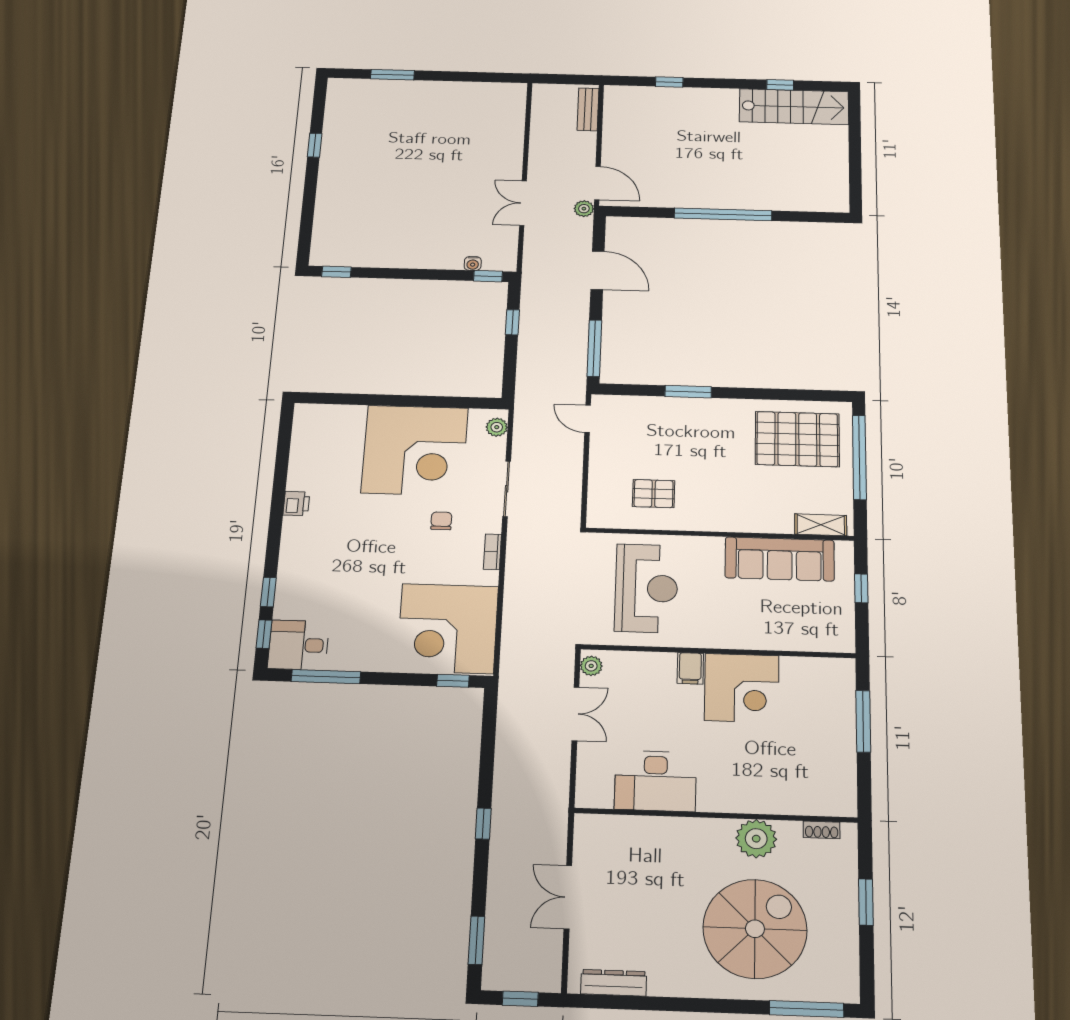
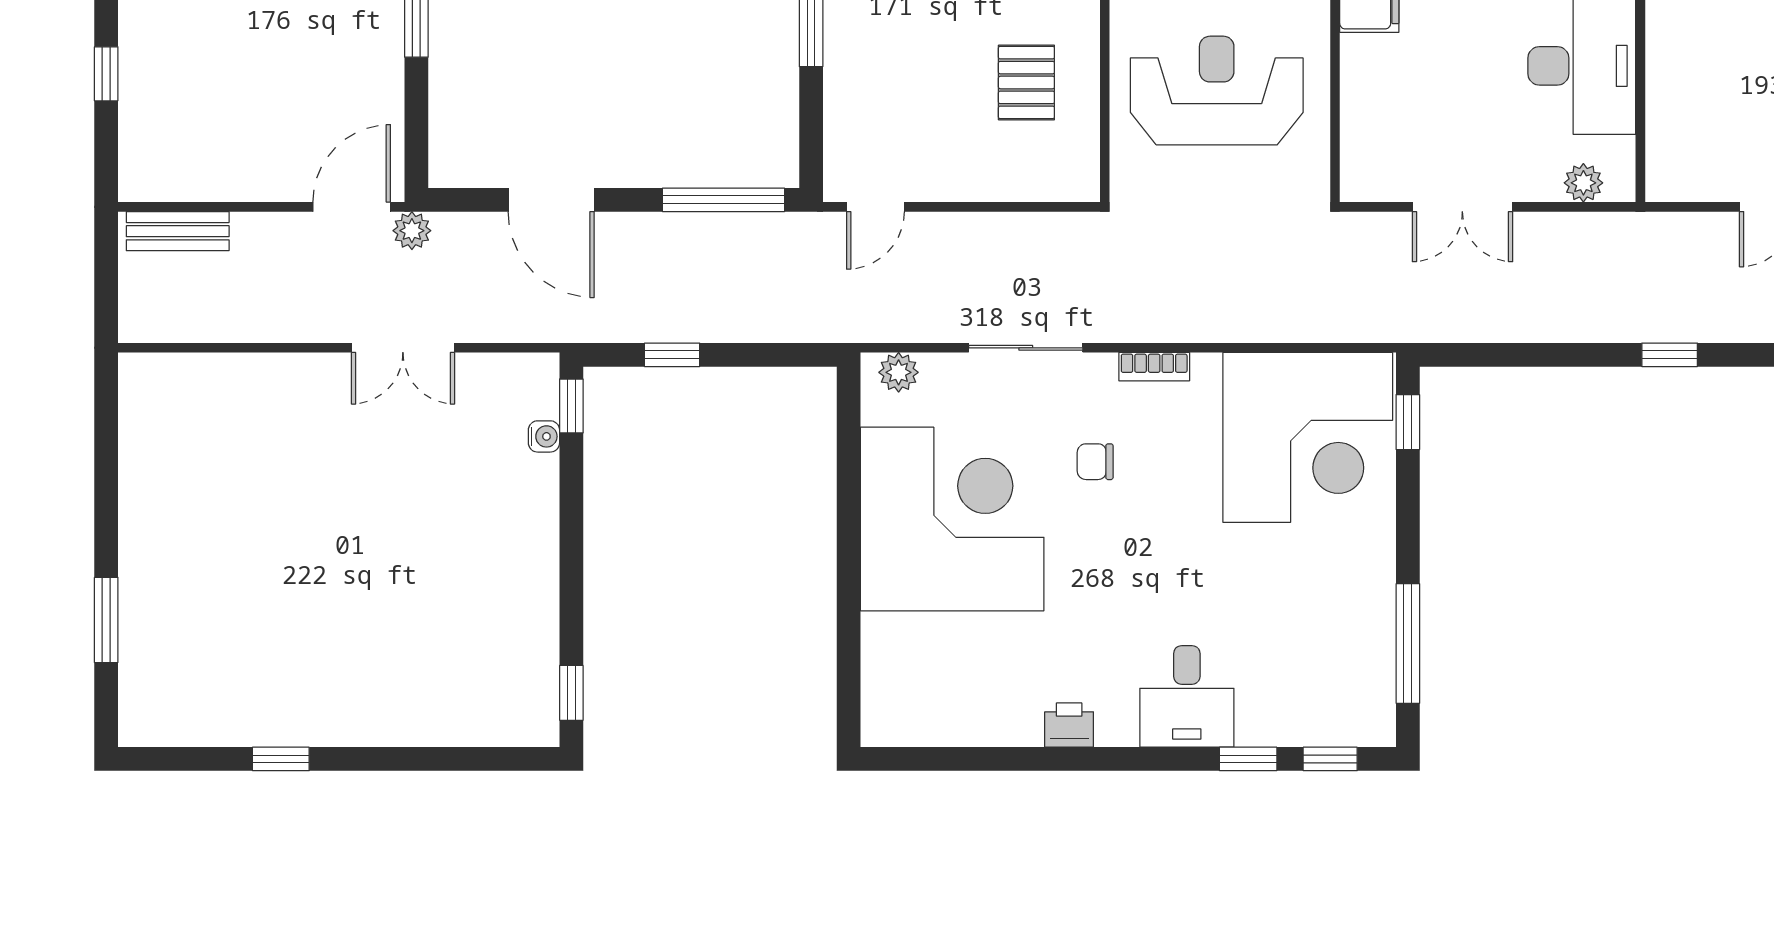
door: (598, 270) -> (551, 200), swing flipped
desk: (299, 645) -> (1187, 696), moved
plant: (591, 666) -> (1583, 183), moved
double door: (575, 714) -> (1462, 207), swing flipped

